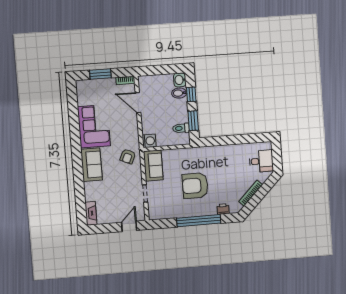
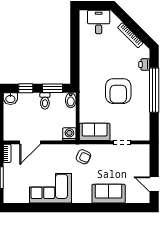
bidet: (179, 93) -> (71, 100), moved
toilet: (181, 128) -> (45, 101), moved
sofa: (92, 165) -> (109, 194), moved
fireplace: (91, 213) -> (138, 198), removed
door: (129, 226) -> (154, 184), moved

